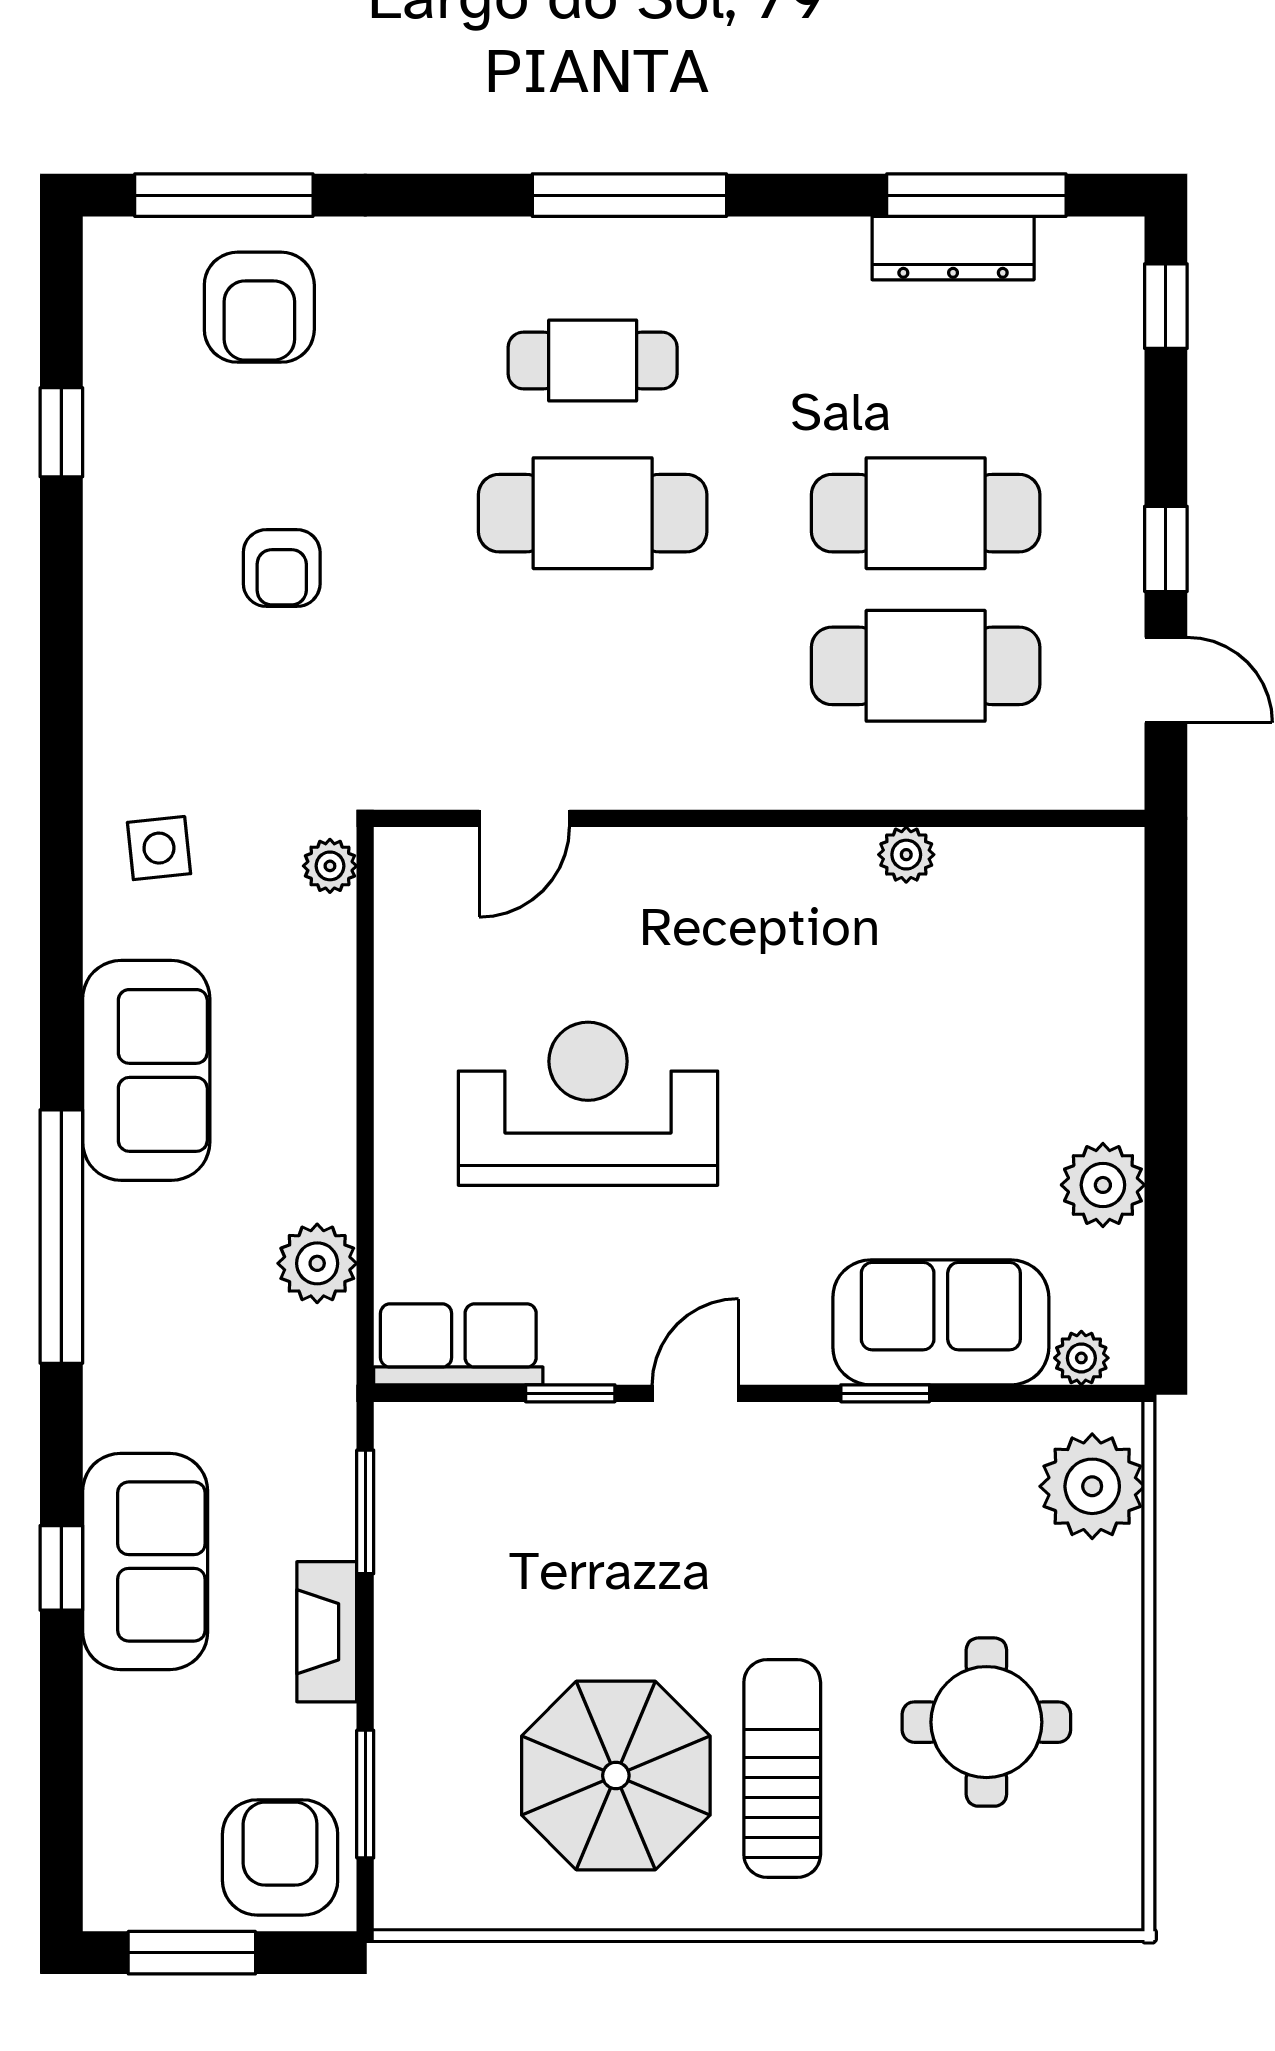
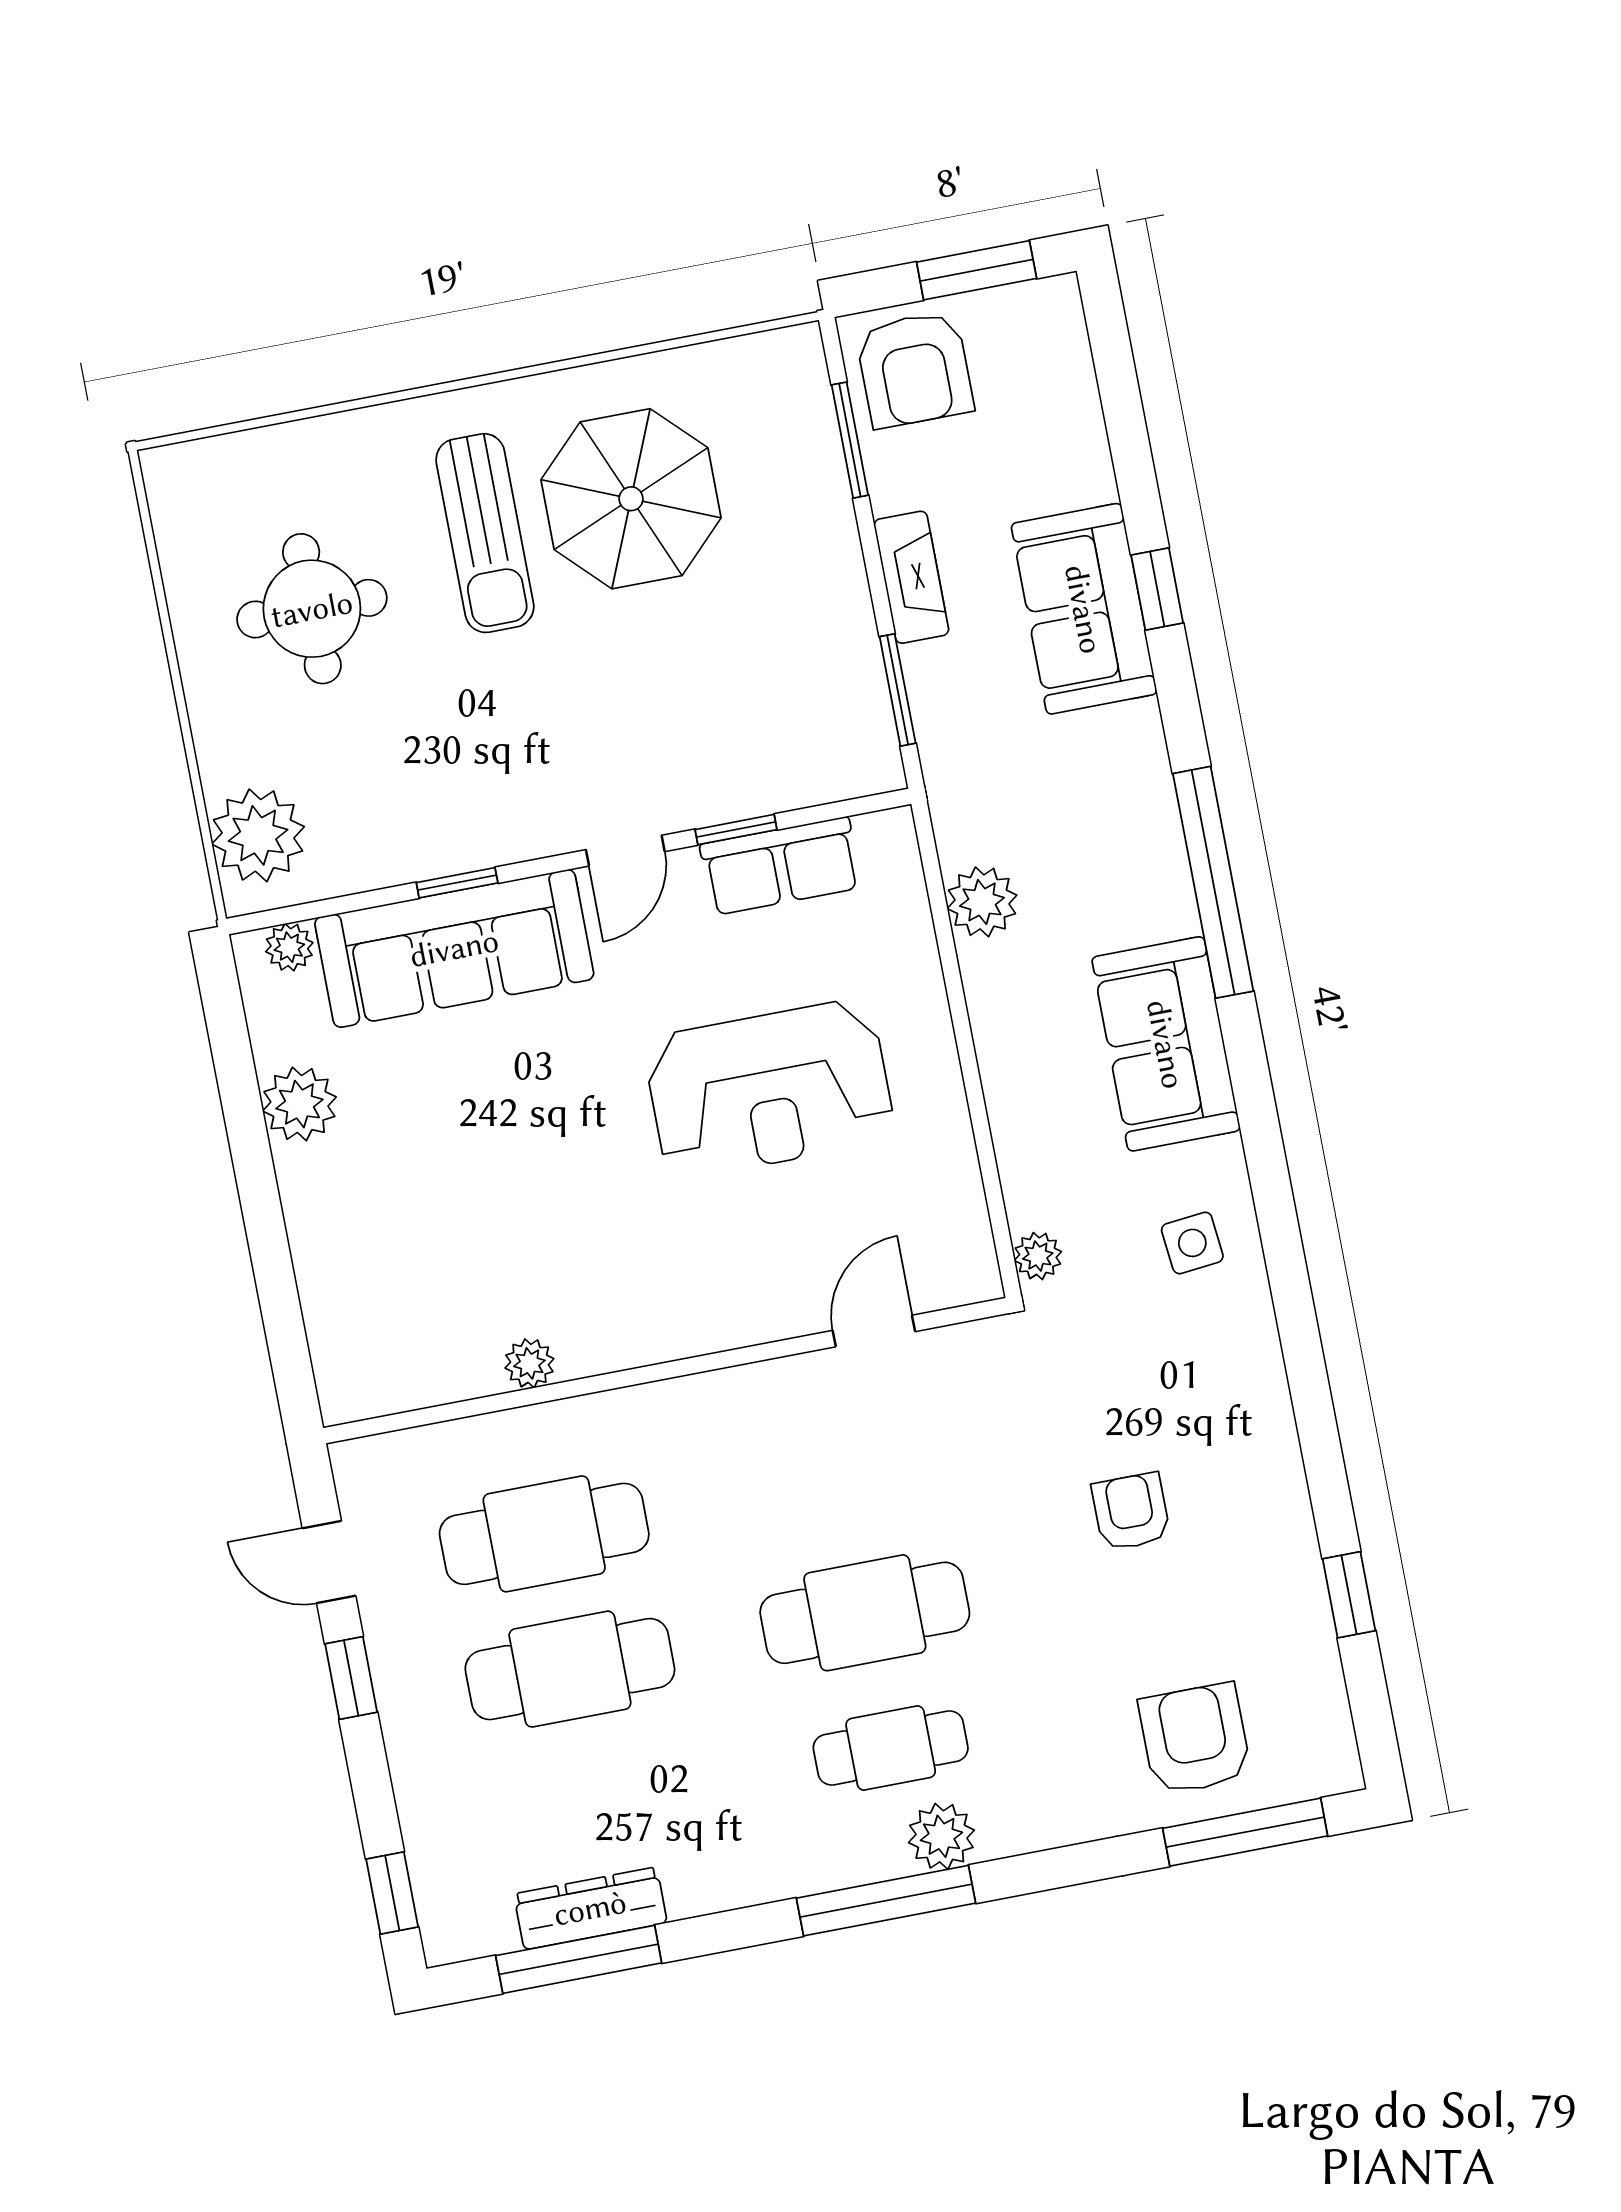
plant: (556, 254) -> (941, 1836), added
sofa: (941, 1322) -> (454, 948), width x1.36
row of seats: (458, 1344) -> (781, 866), moved

